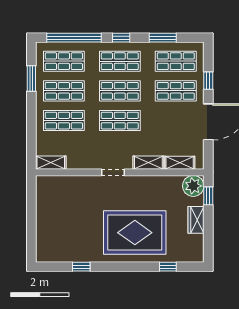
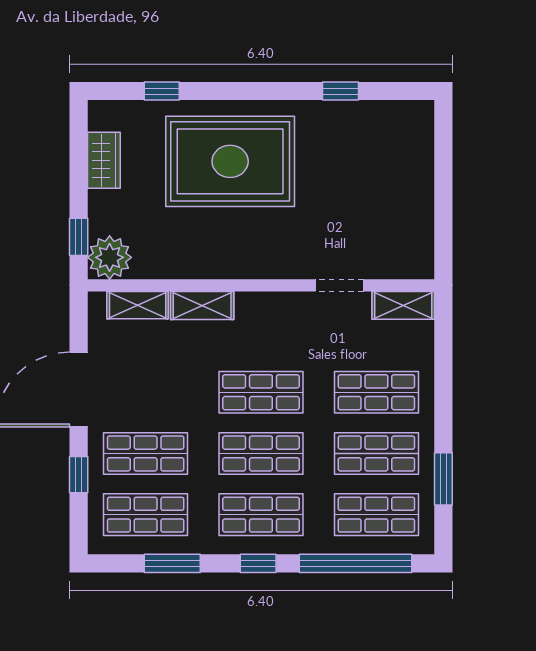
doorway: (113, 172) -> (340, 285), moved
wardrobe: (196, 220) -> (104, 160), moved

